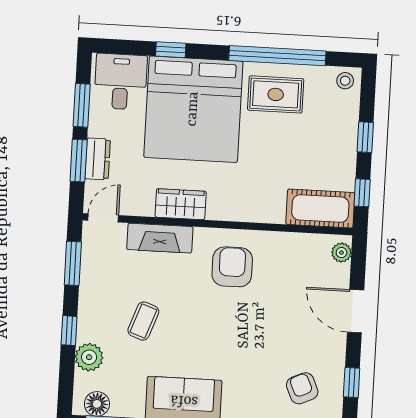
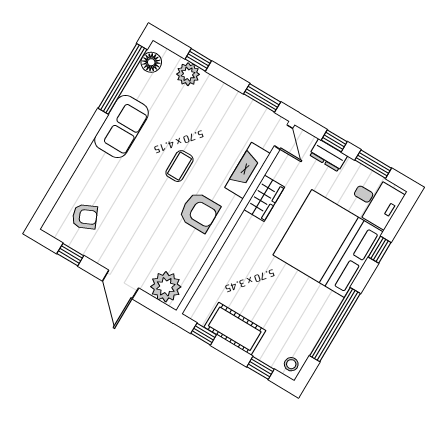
rug: (276, 94) -> (308, 309), removed
window: (365, 137) -> (260, 368), moved
window: (79, 161) -> (334, 141), width x0.67
cot: (320, 209) -> (235, 329), moved, turned 90
plant: (341, 253) -> (166, 287), width x1.88, depth x1.88
door: (356, 311) -> (120, 284), swing flipped
coffee table: (143, 321) -> (179, 166), moved, turned 70
window: (69, 331) -> (198, 60), moved

